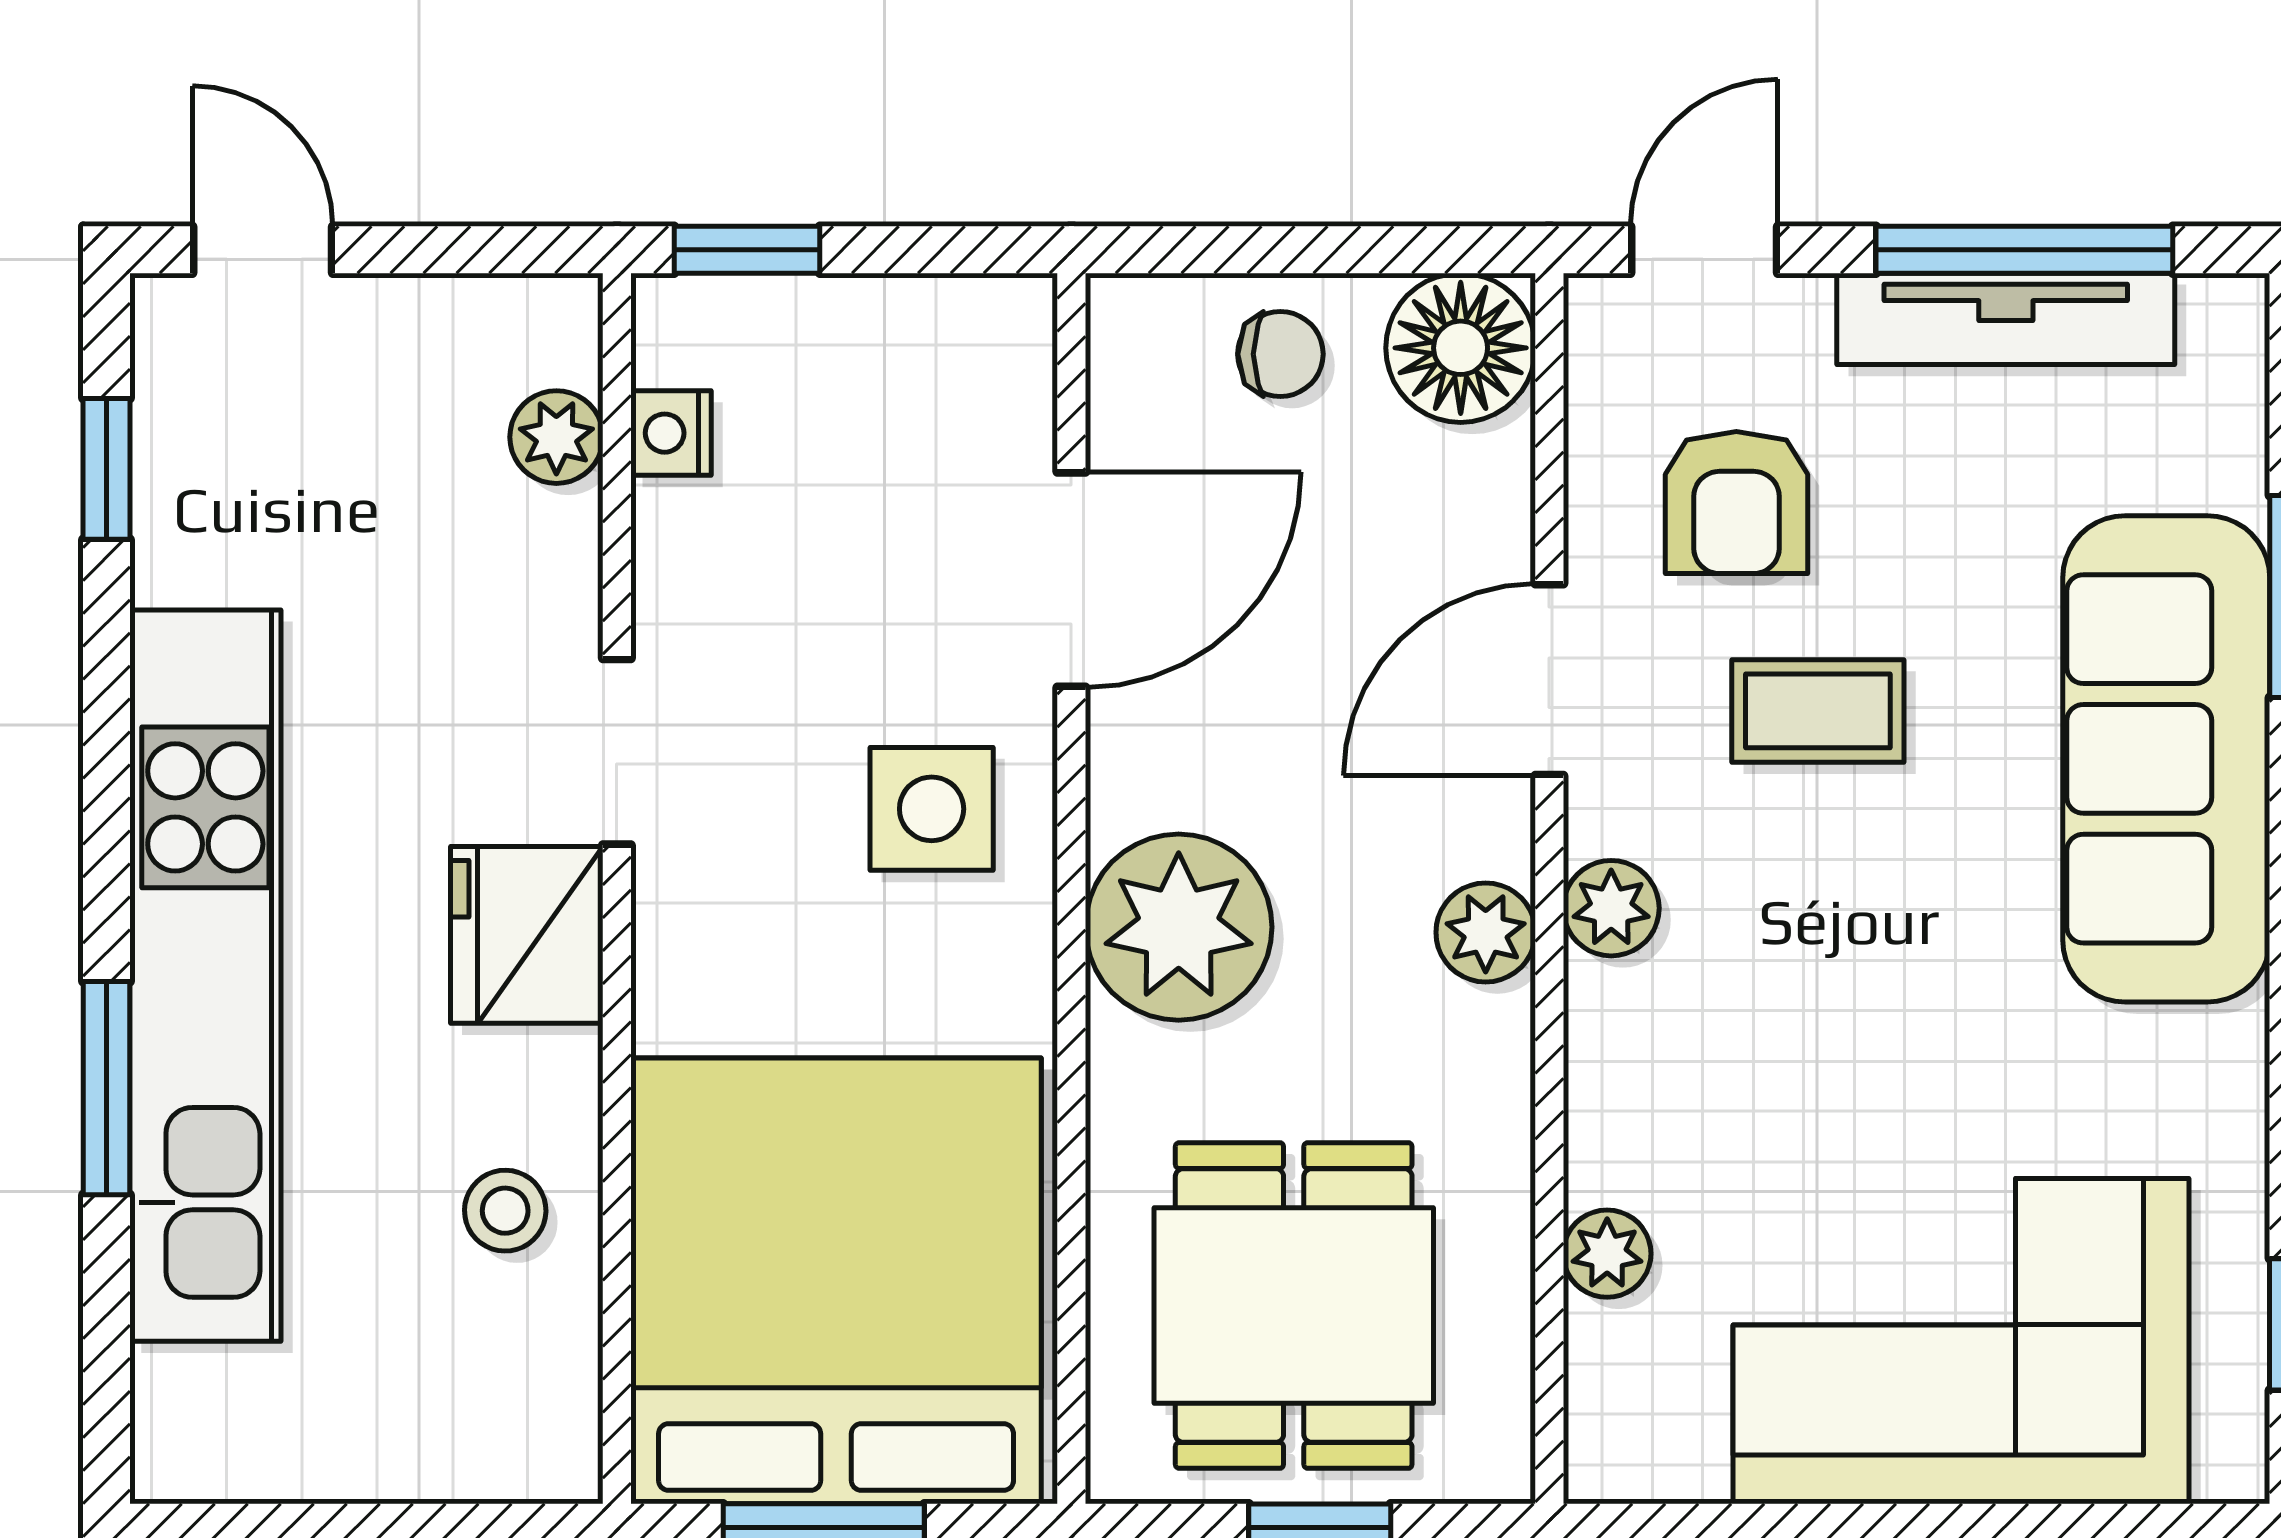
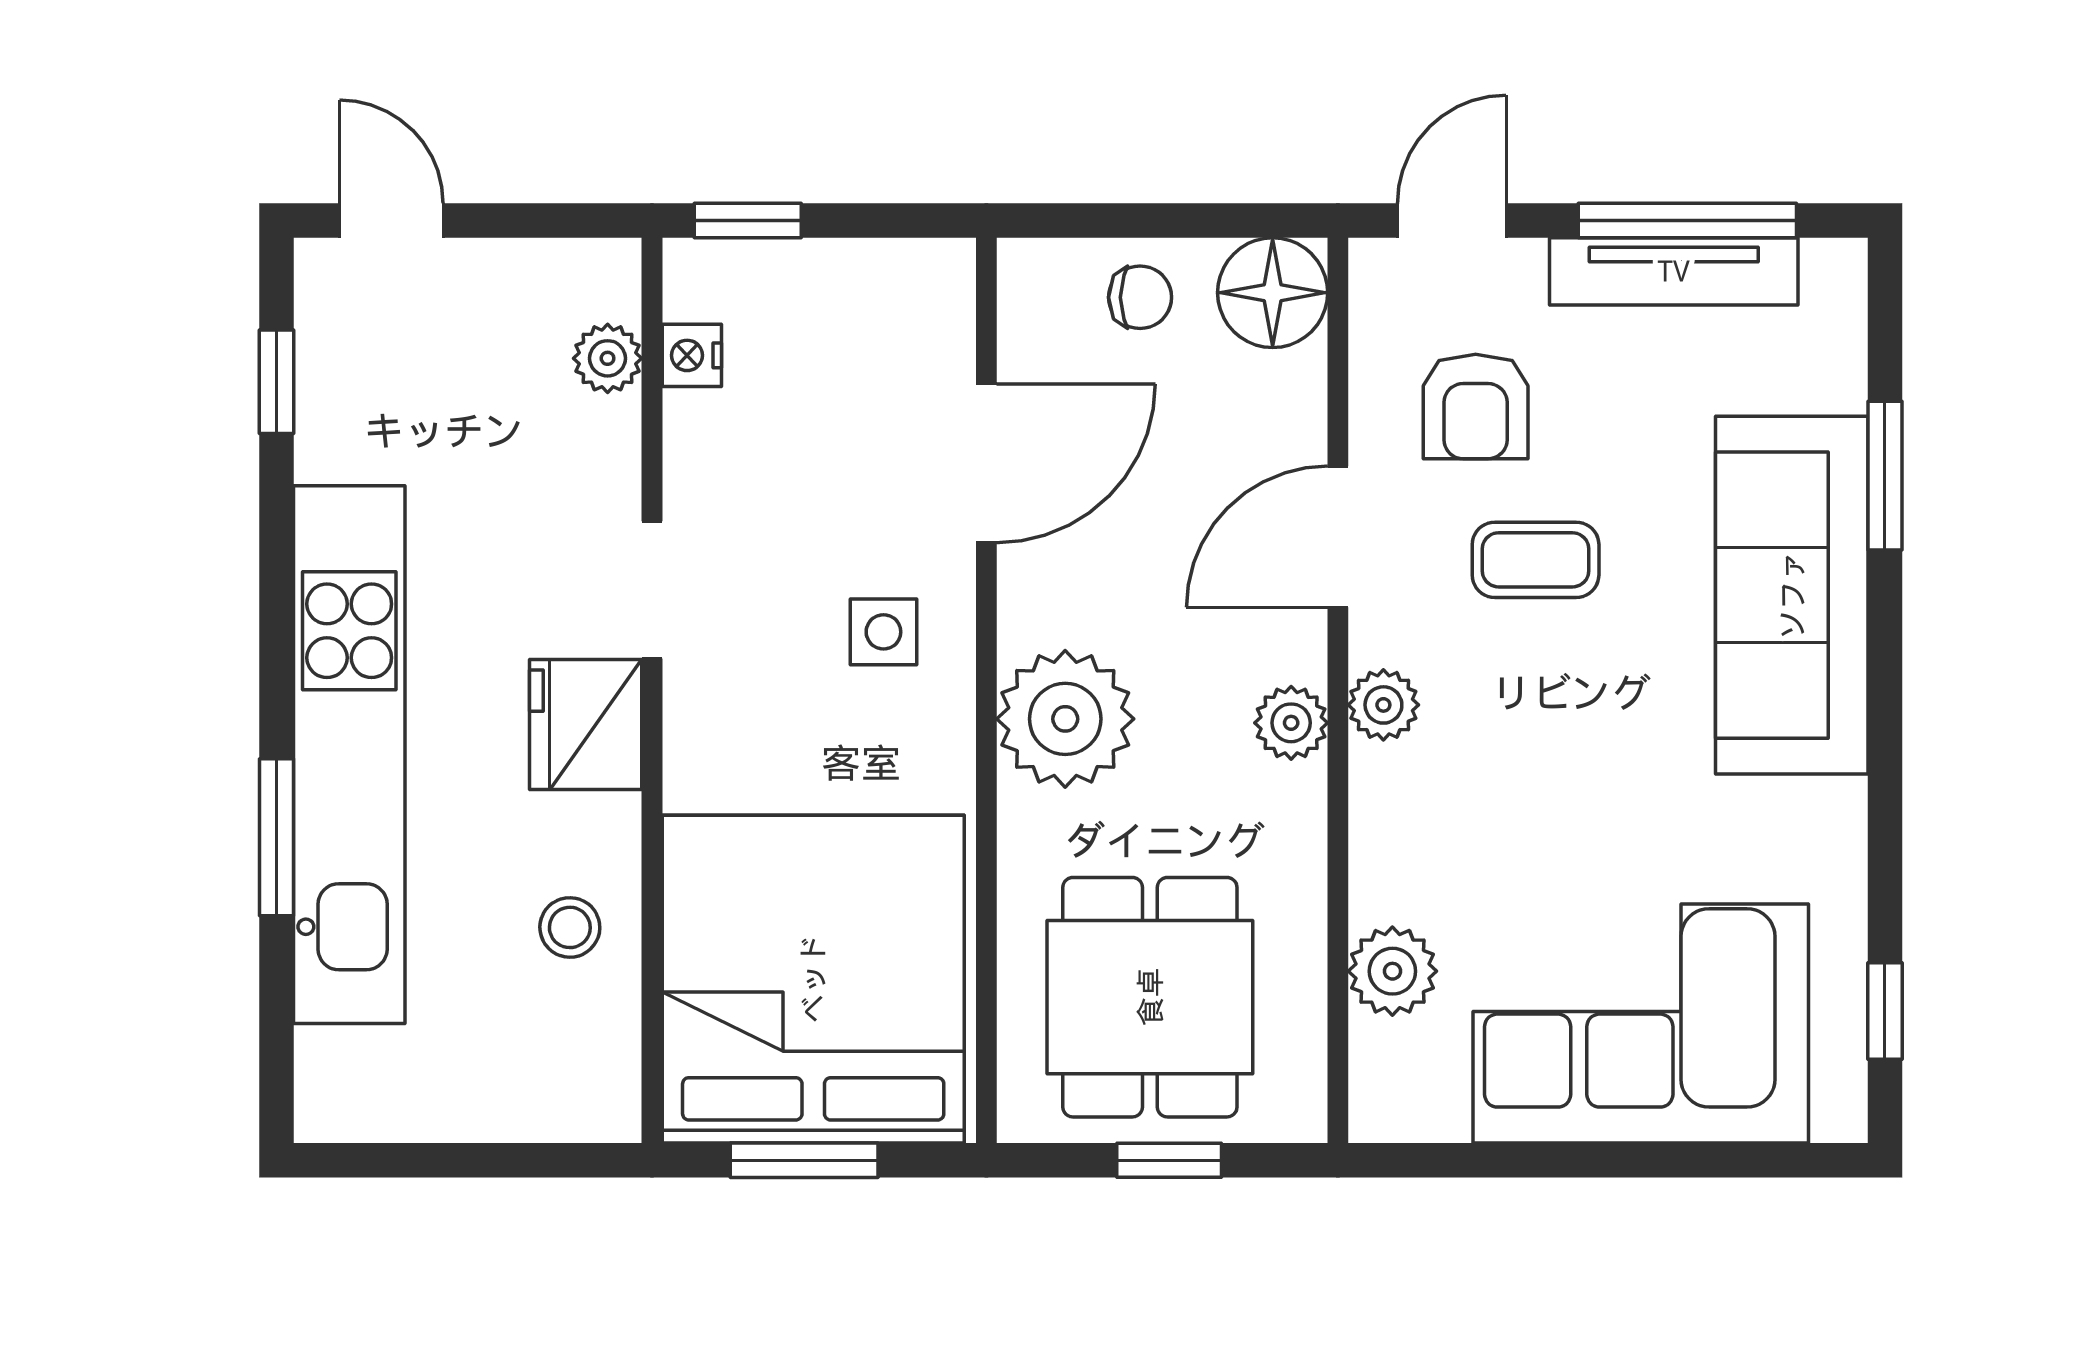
side table: (932, 809) -> (883, 632), width x0.73, depth x0.73
plant: (1607, 1254) -> (1392, 971), width x1.38, depth x1.38

